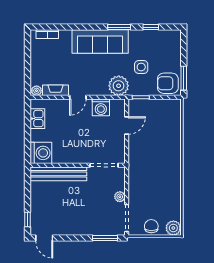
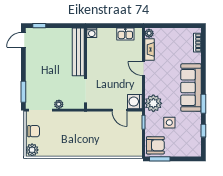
armchair: (168, 83) -> (155, 145), turned 90
washing machine: (101, 107) -> (135, 102), moved
washing machine: (41, 153) -> (92, 33), width x0.53, depth x0.53

